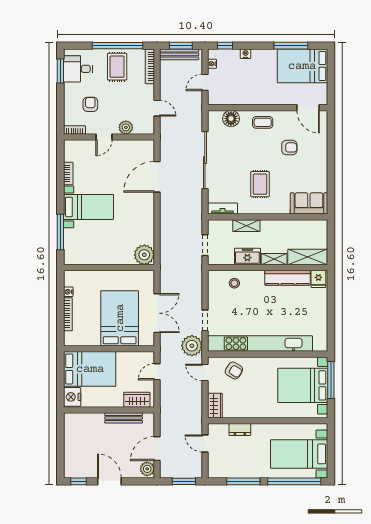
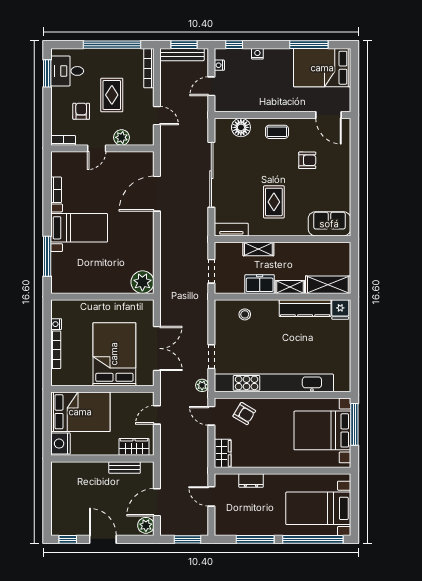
rug: (117, 67) -> (112, 95), moved
plant: (192, 346) -> (202, 385), width x0.53, depth x0.53
bench: (124, 418) -> (125, 467), width x0.73

